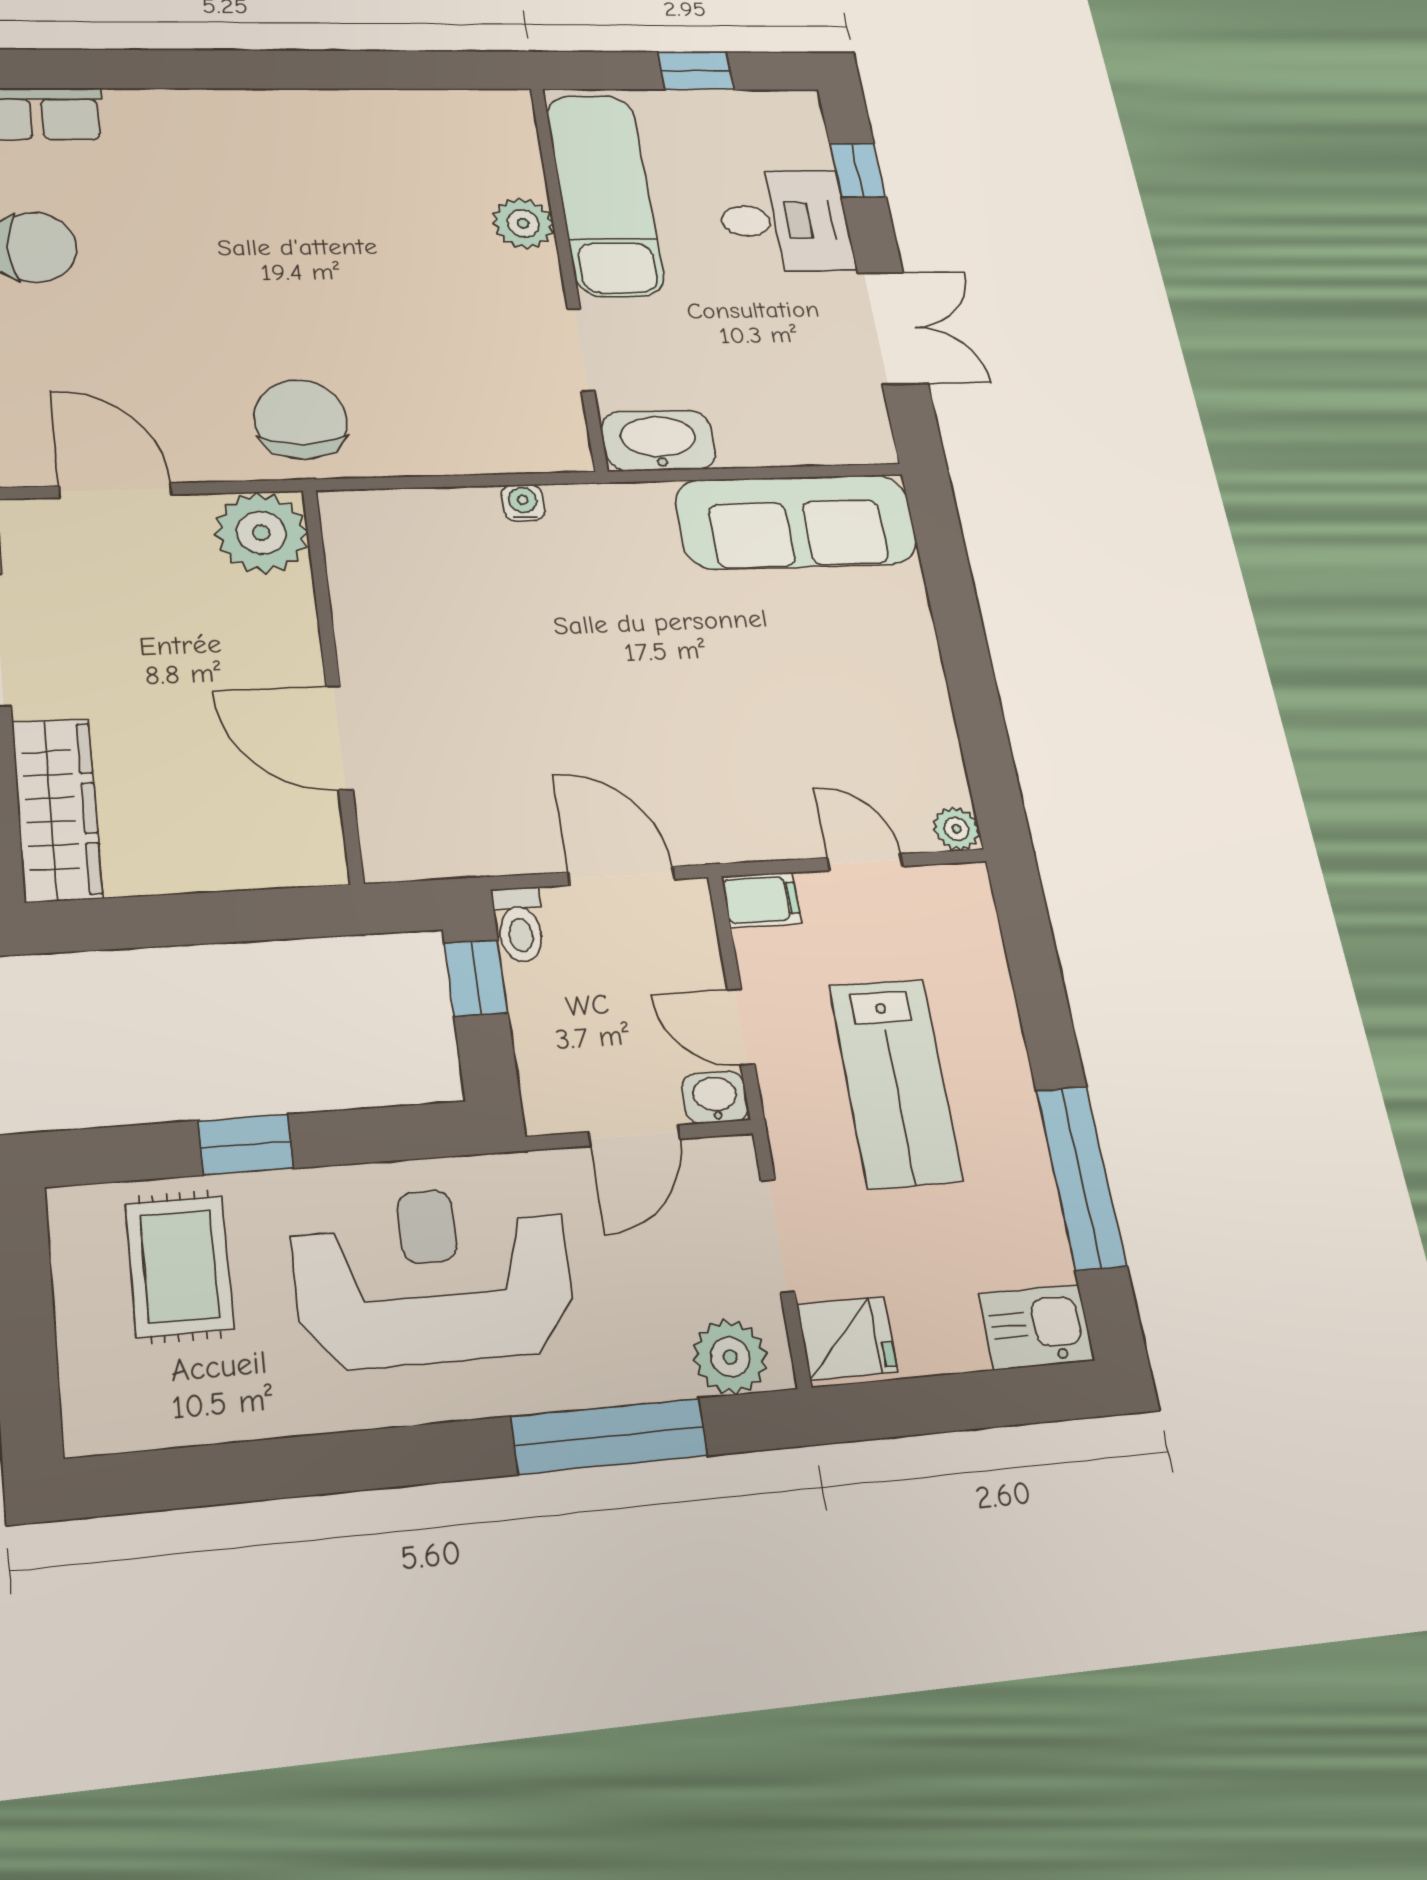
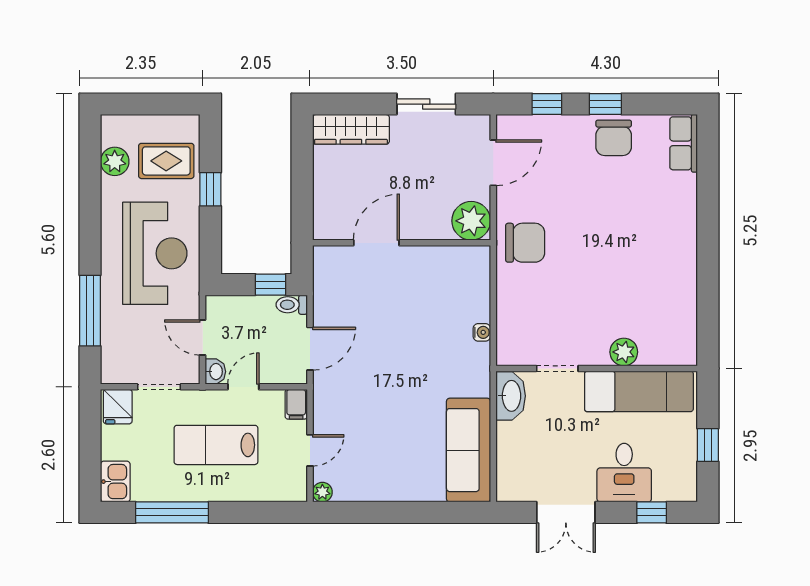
plant: (730, 1357) -> (115, 161), moved

